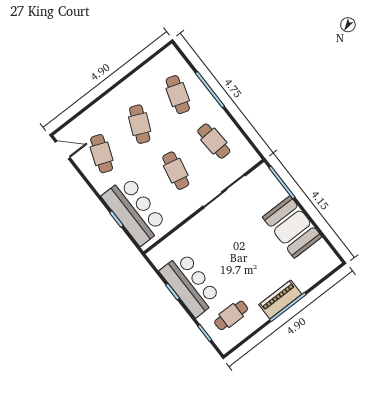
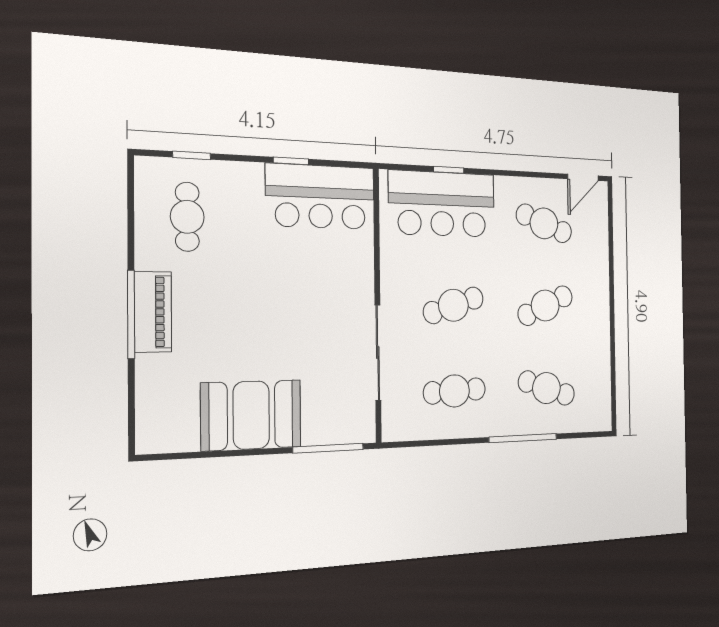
cafe table: (140, 124) -> (545, 306), turned -48
cafe table: (176, 171) -> (453, 305), turned -30
bar counter: (190, 284) -> (321, 197), moved

